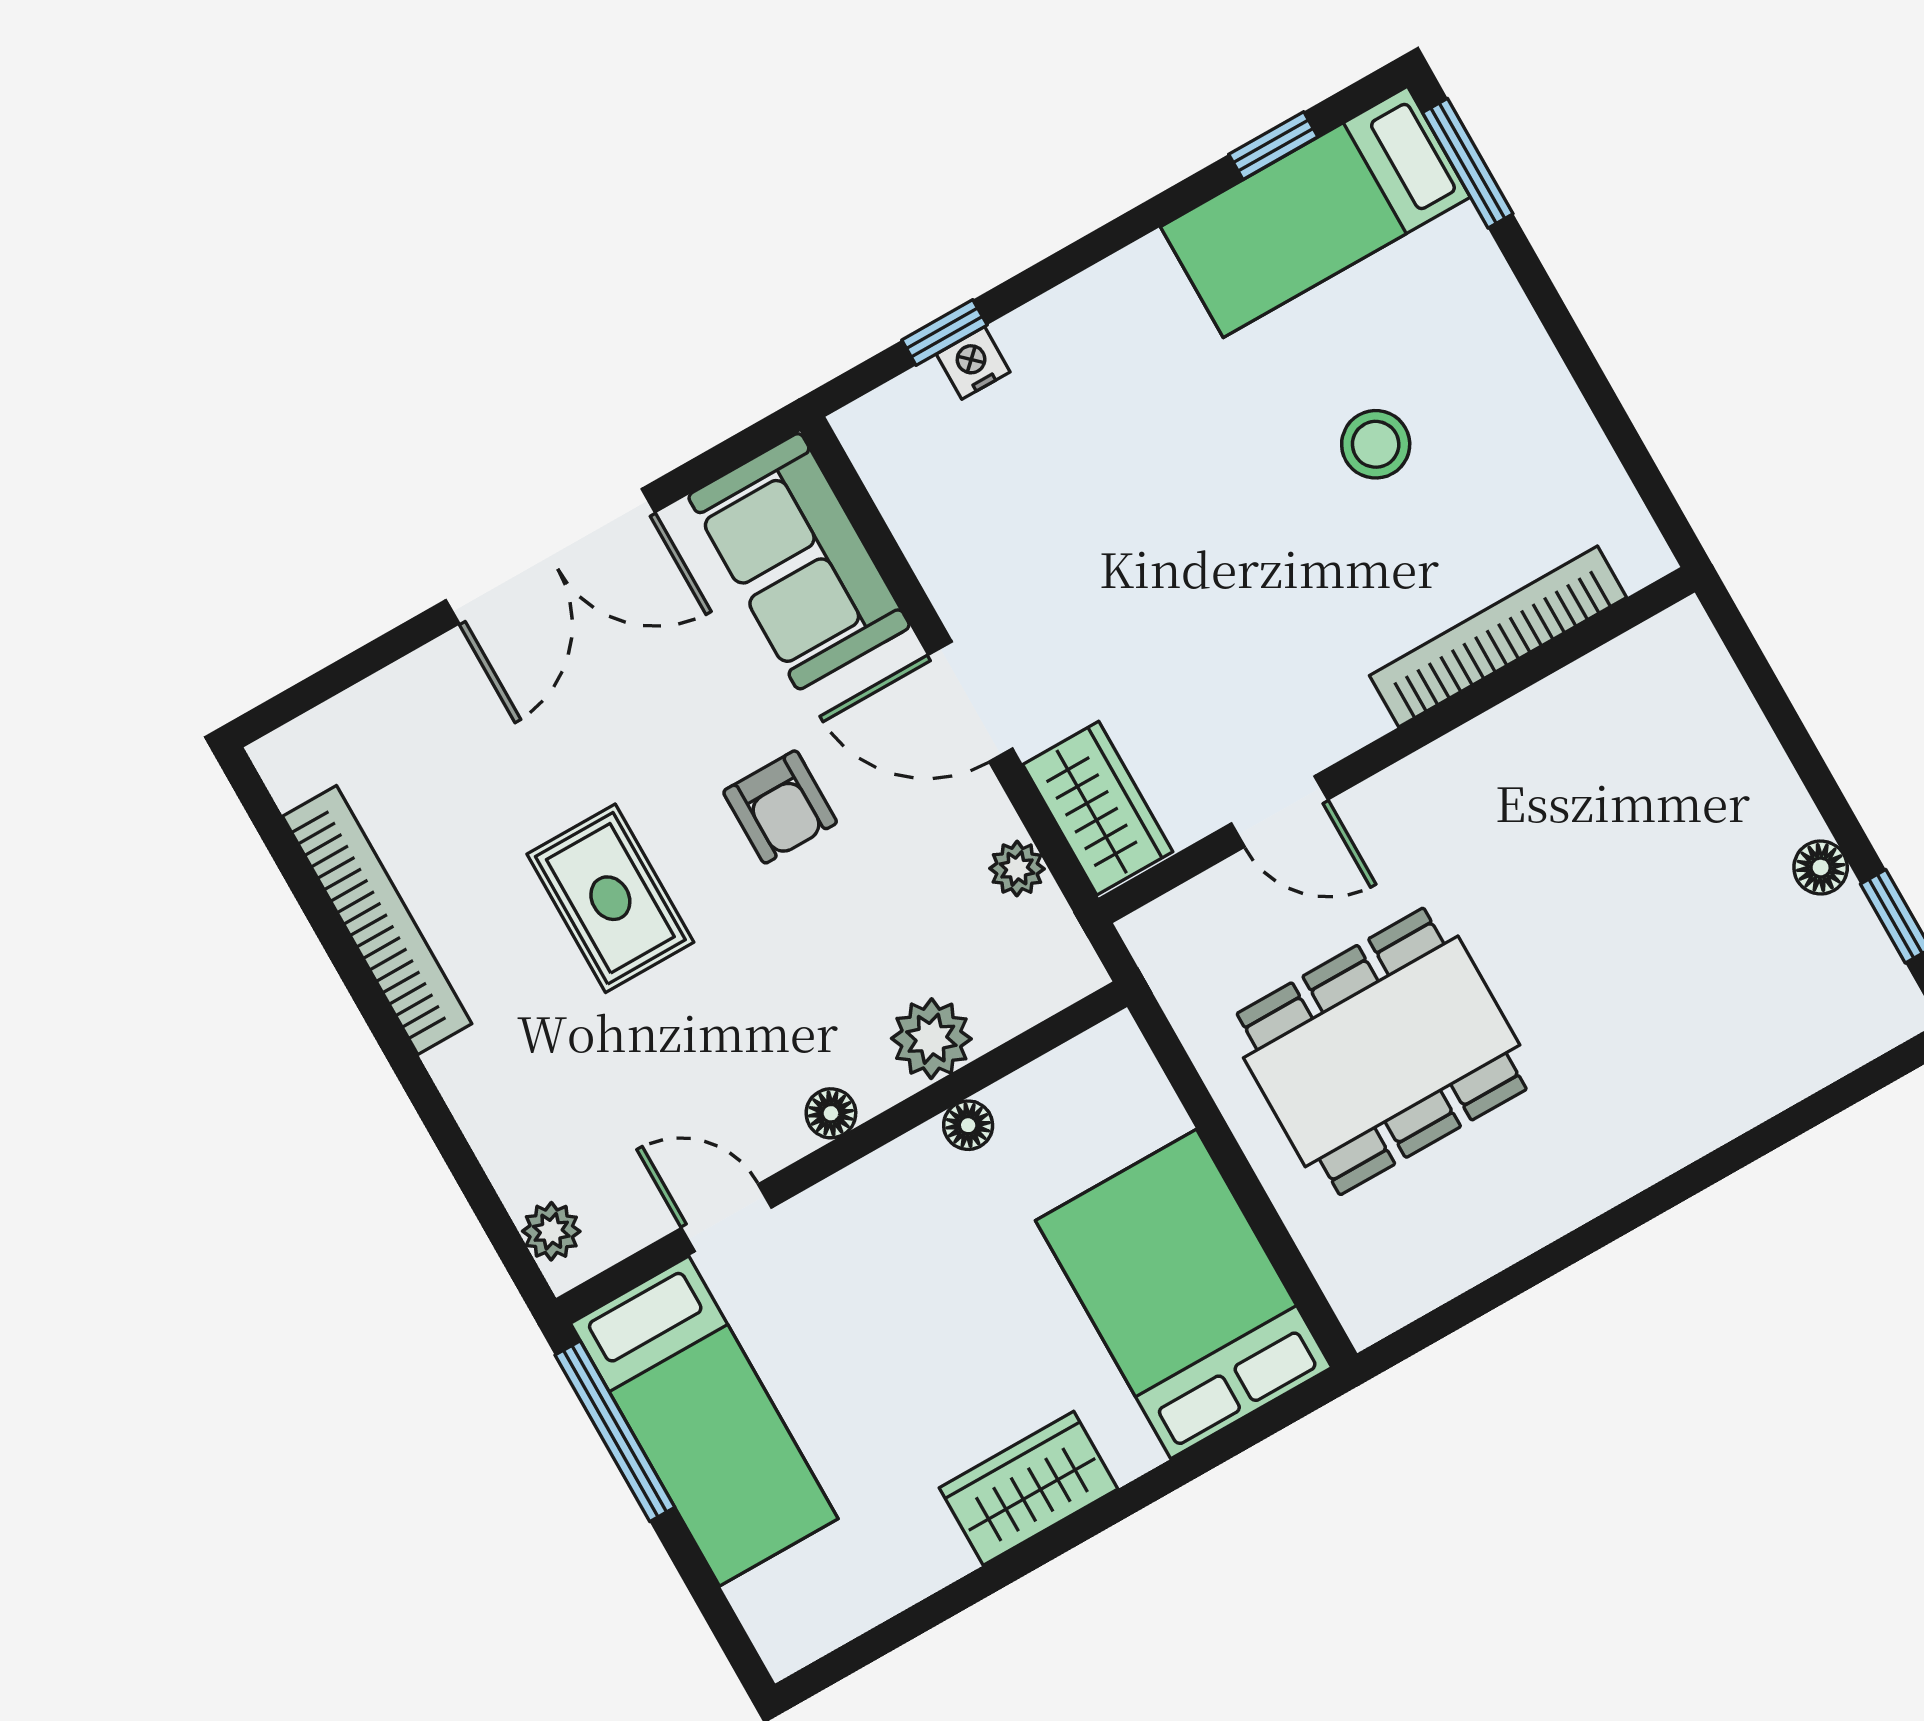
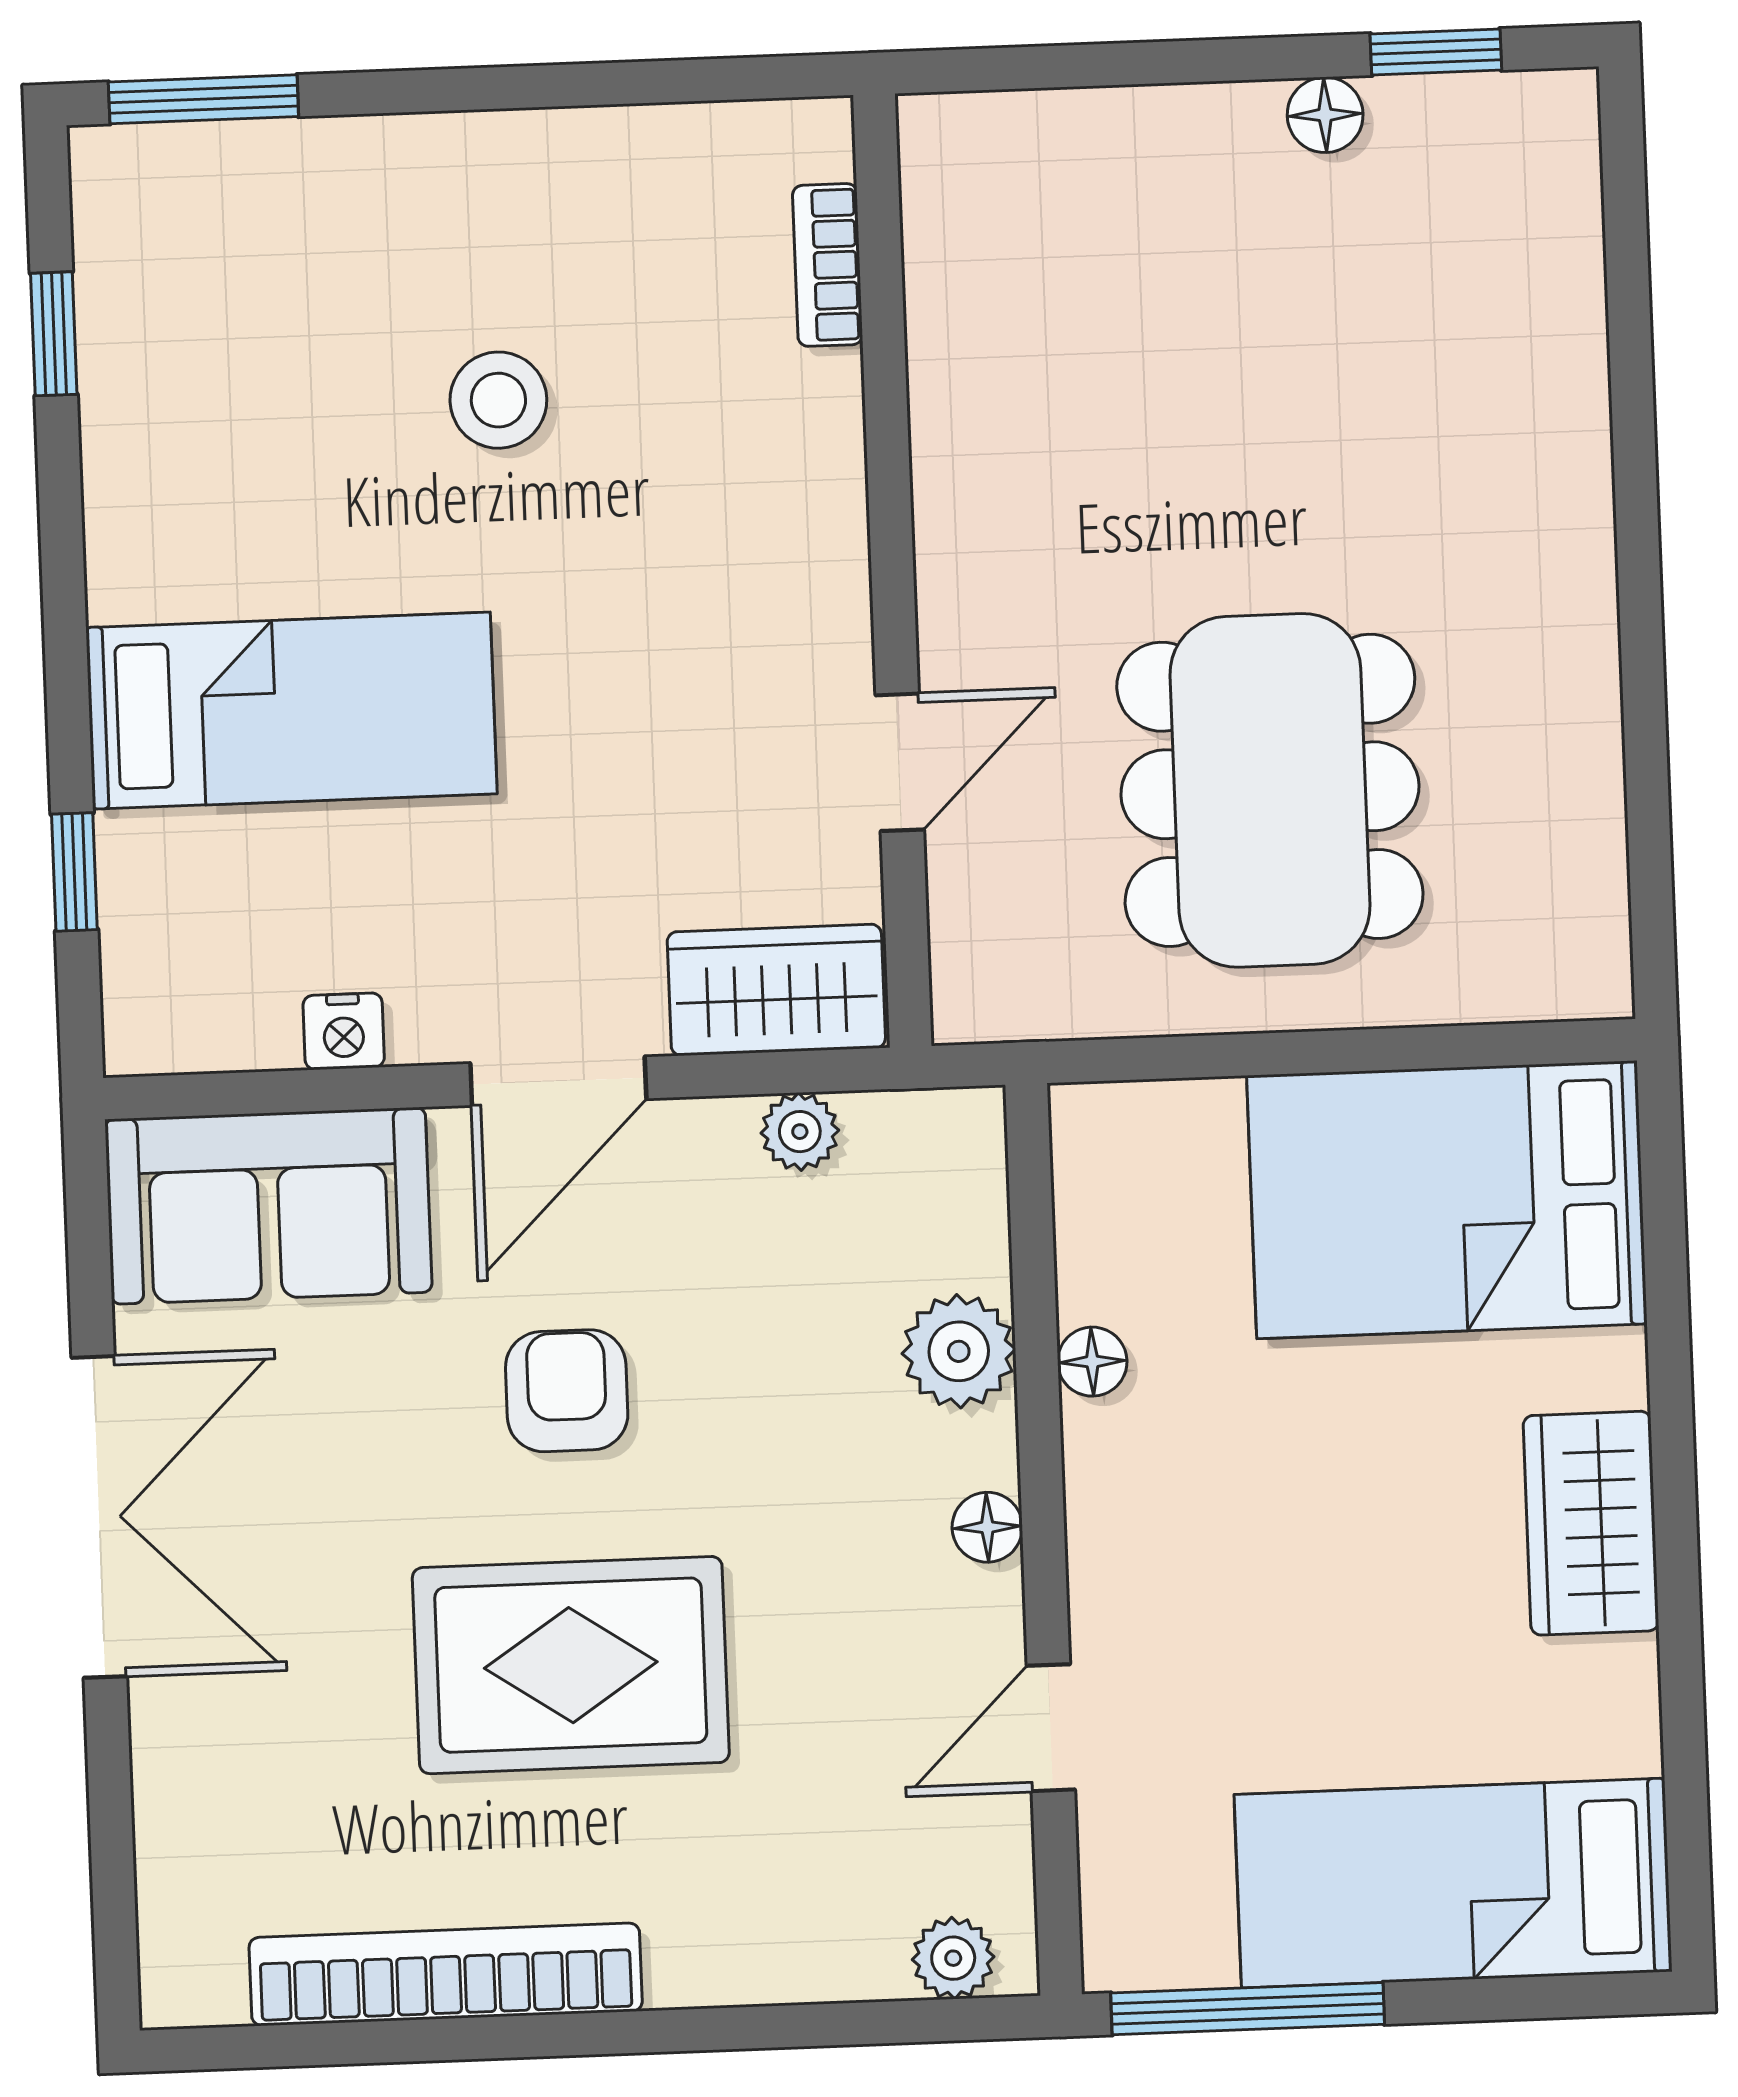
bed: (1315, 212) -> (291, 711), moved, turned -90
nightstand: (973, 363) -> (344, 1031), moved, turned -90
bookcase: (1498, 636) -> (828, 265), width x0.43, depth x0.76
armchair: (780, 807) -> (567, 1391), turned -90
rug: (610, 898) -> (571, 1665), width x1.36, depth x1.43
bed: (704, 1421) -> (1453, 1883), moved, turned 180

